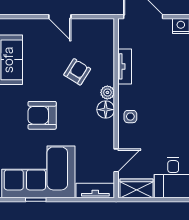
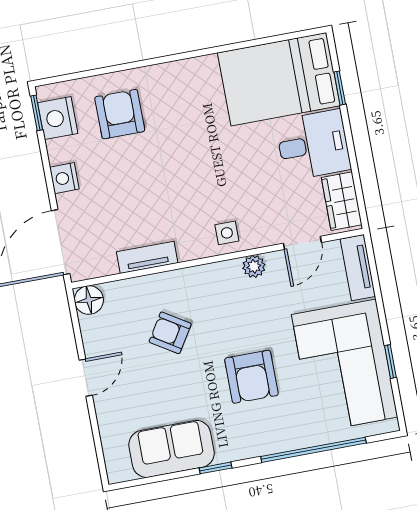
plant: (107, 92) -> (254, 266), moved
floor lamp: (106, 110) -> (89, 300), moved
door: (116, 160) -> (302, 243), swing flipped

